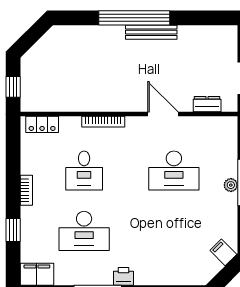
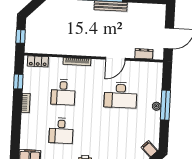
door: (163, 114) -> (115, 59), swing flipped
window: (13, 230) -> (18, 82), moved
desk: (84, 231) -> (61, 131), width x0.73

